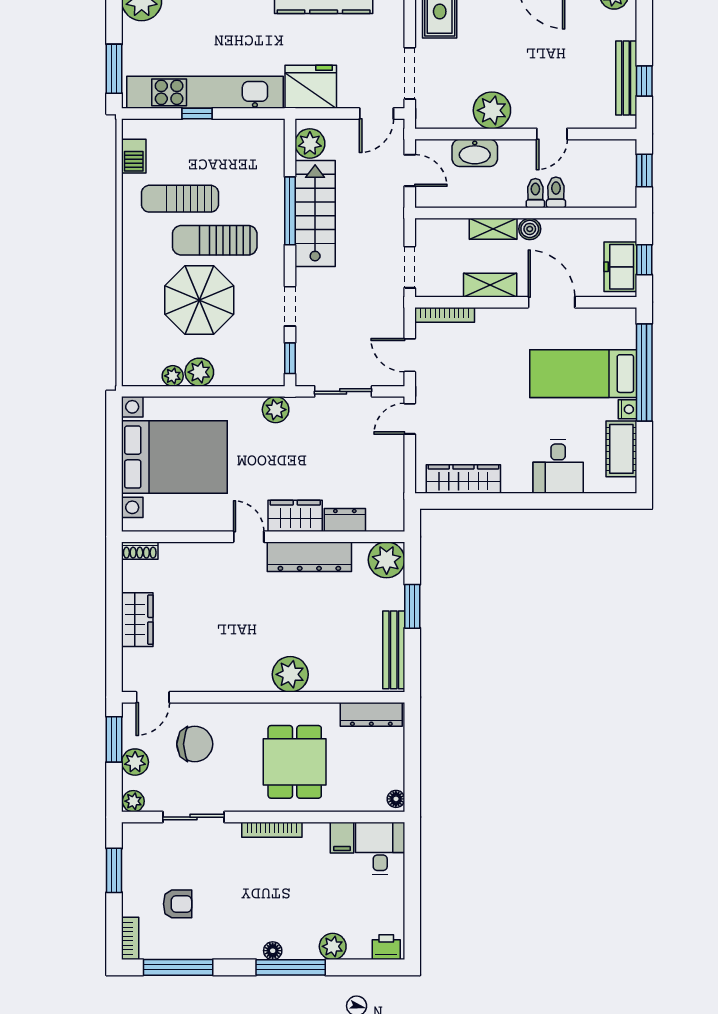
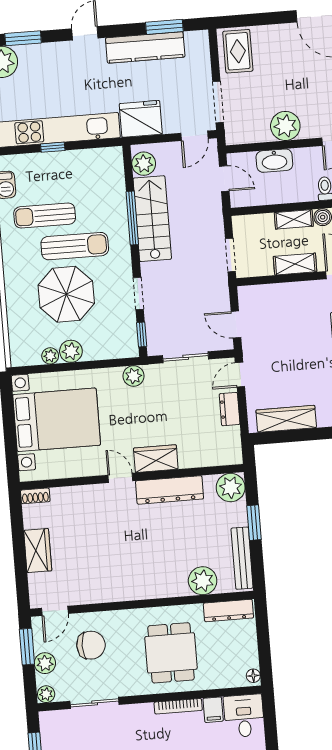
sun lounger: (215, 240) -> (75, 246), turned 180
bookcase: (445, 315) -> (261, 290), removed
dresser: (345, 520) -> (230, 409), moved, turned -90
plant: (290, 674) -> (203, 581), moved
bookcase: (272, 830) -> (178, 706), moved

